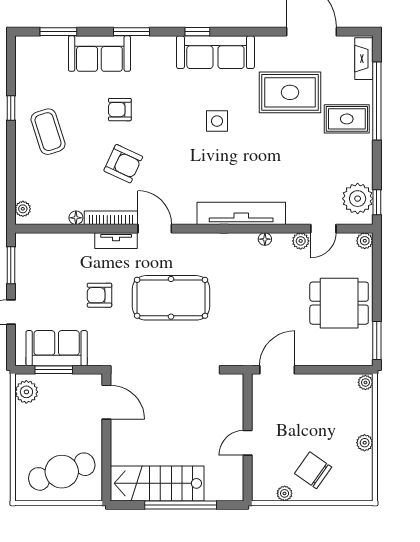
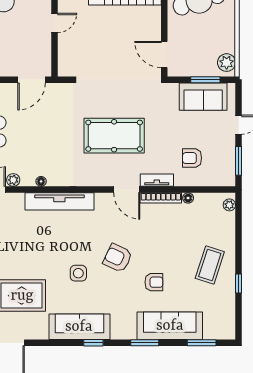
sofa: (99, 54) -> (170, 326), width x1.36
coffee table: (48, 132) -> (210, 265), turned 36
armchair: (123, 164) -> (118, 258), moved
armchair: (99, 295) -> (192, 158), moved, turned 180

